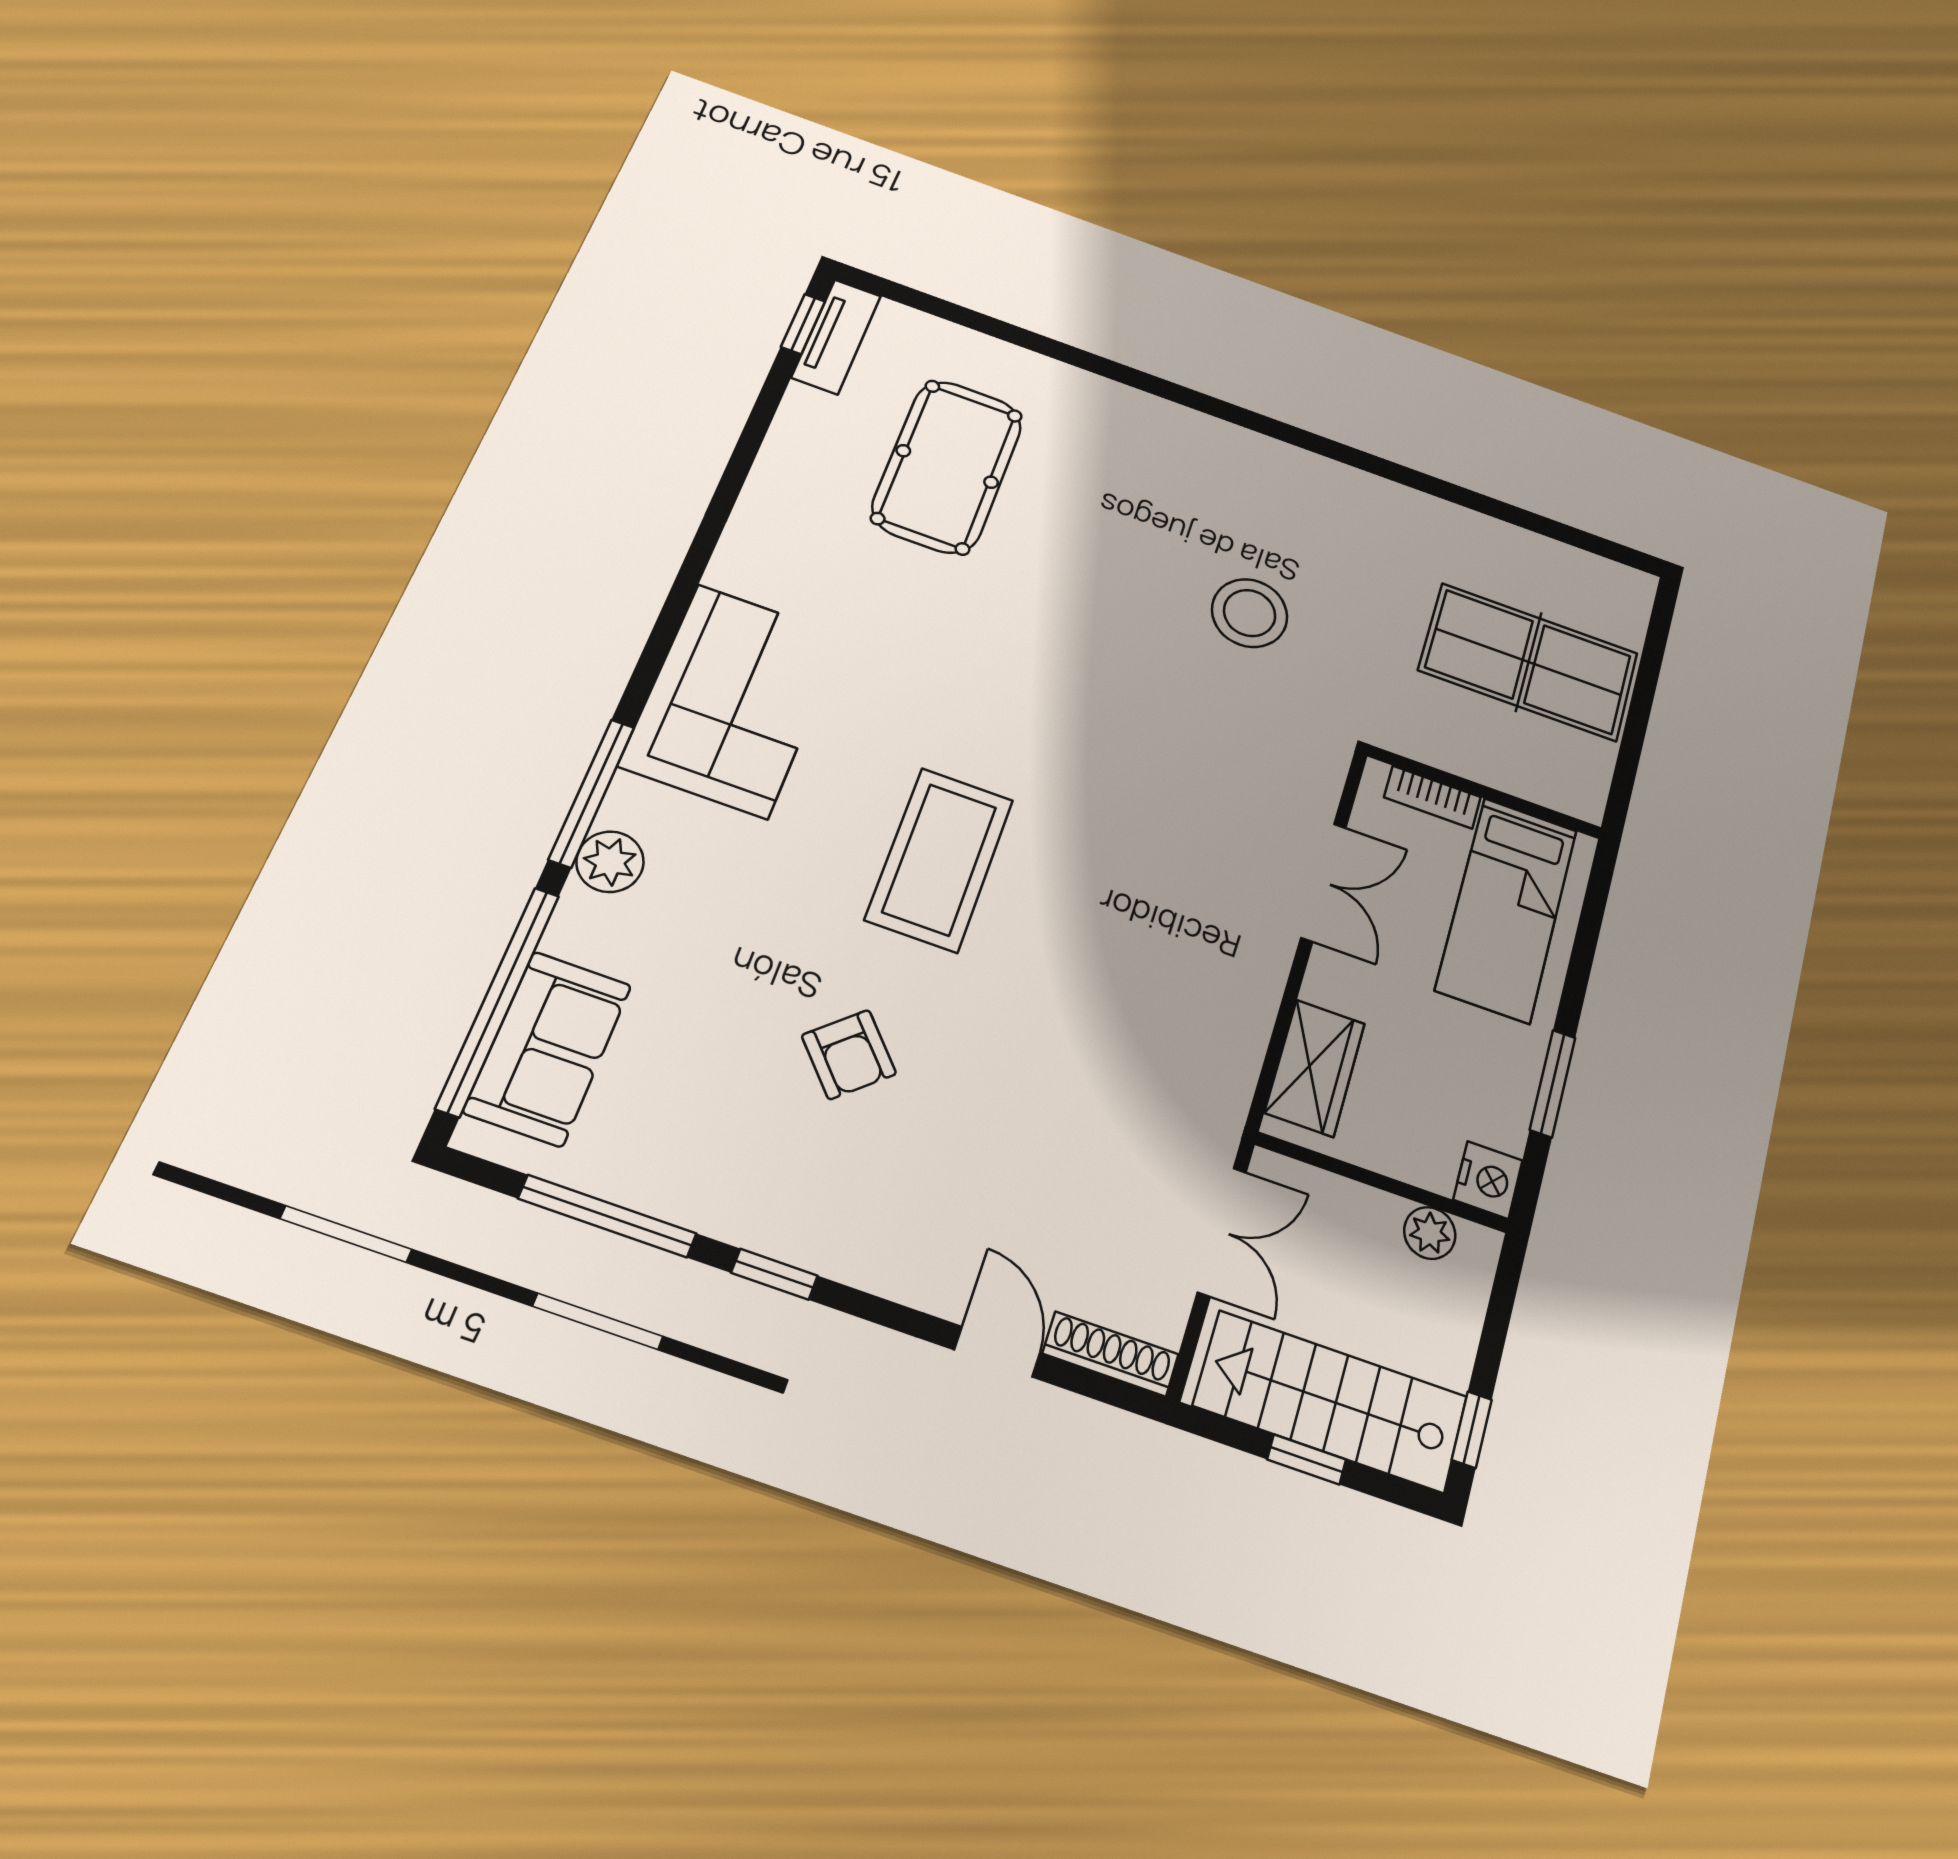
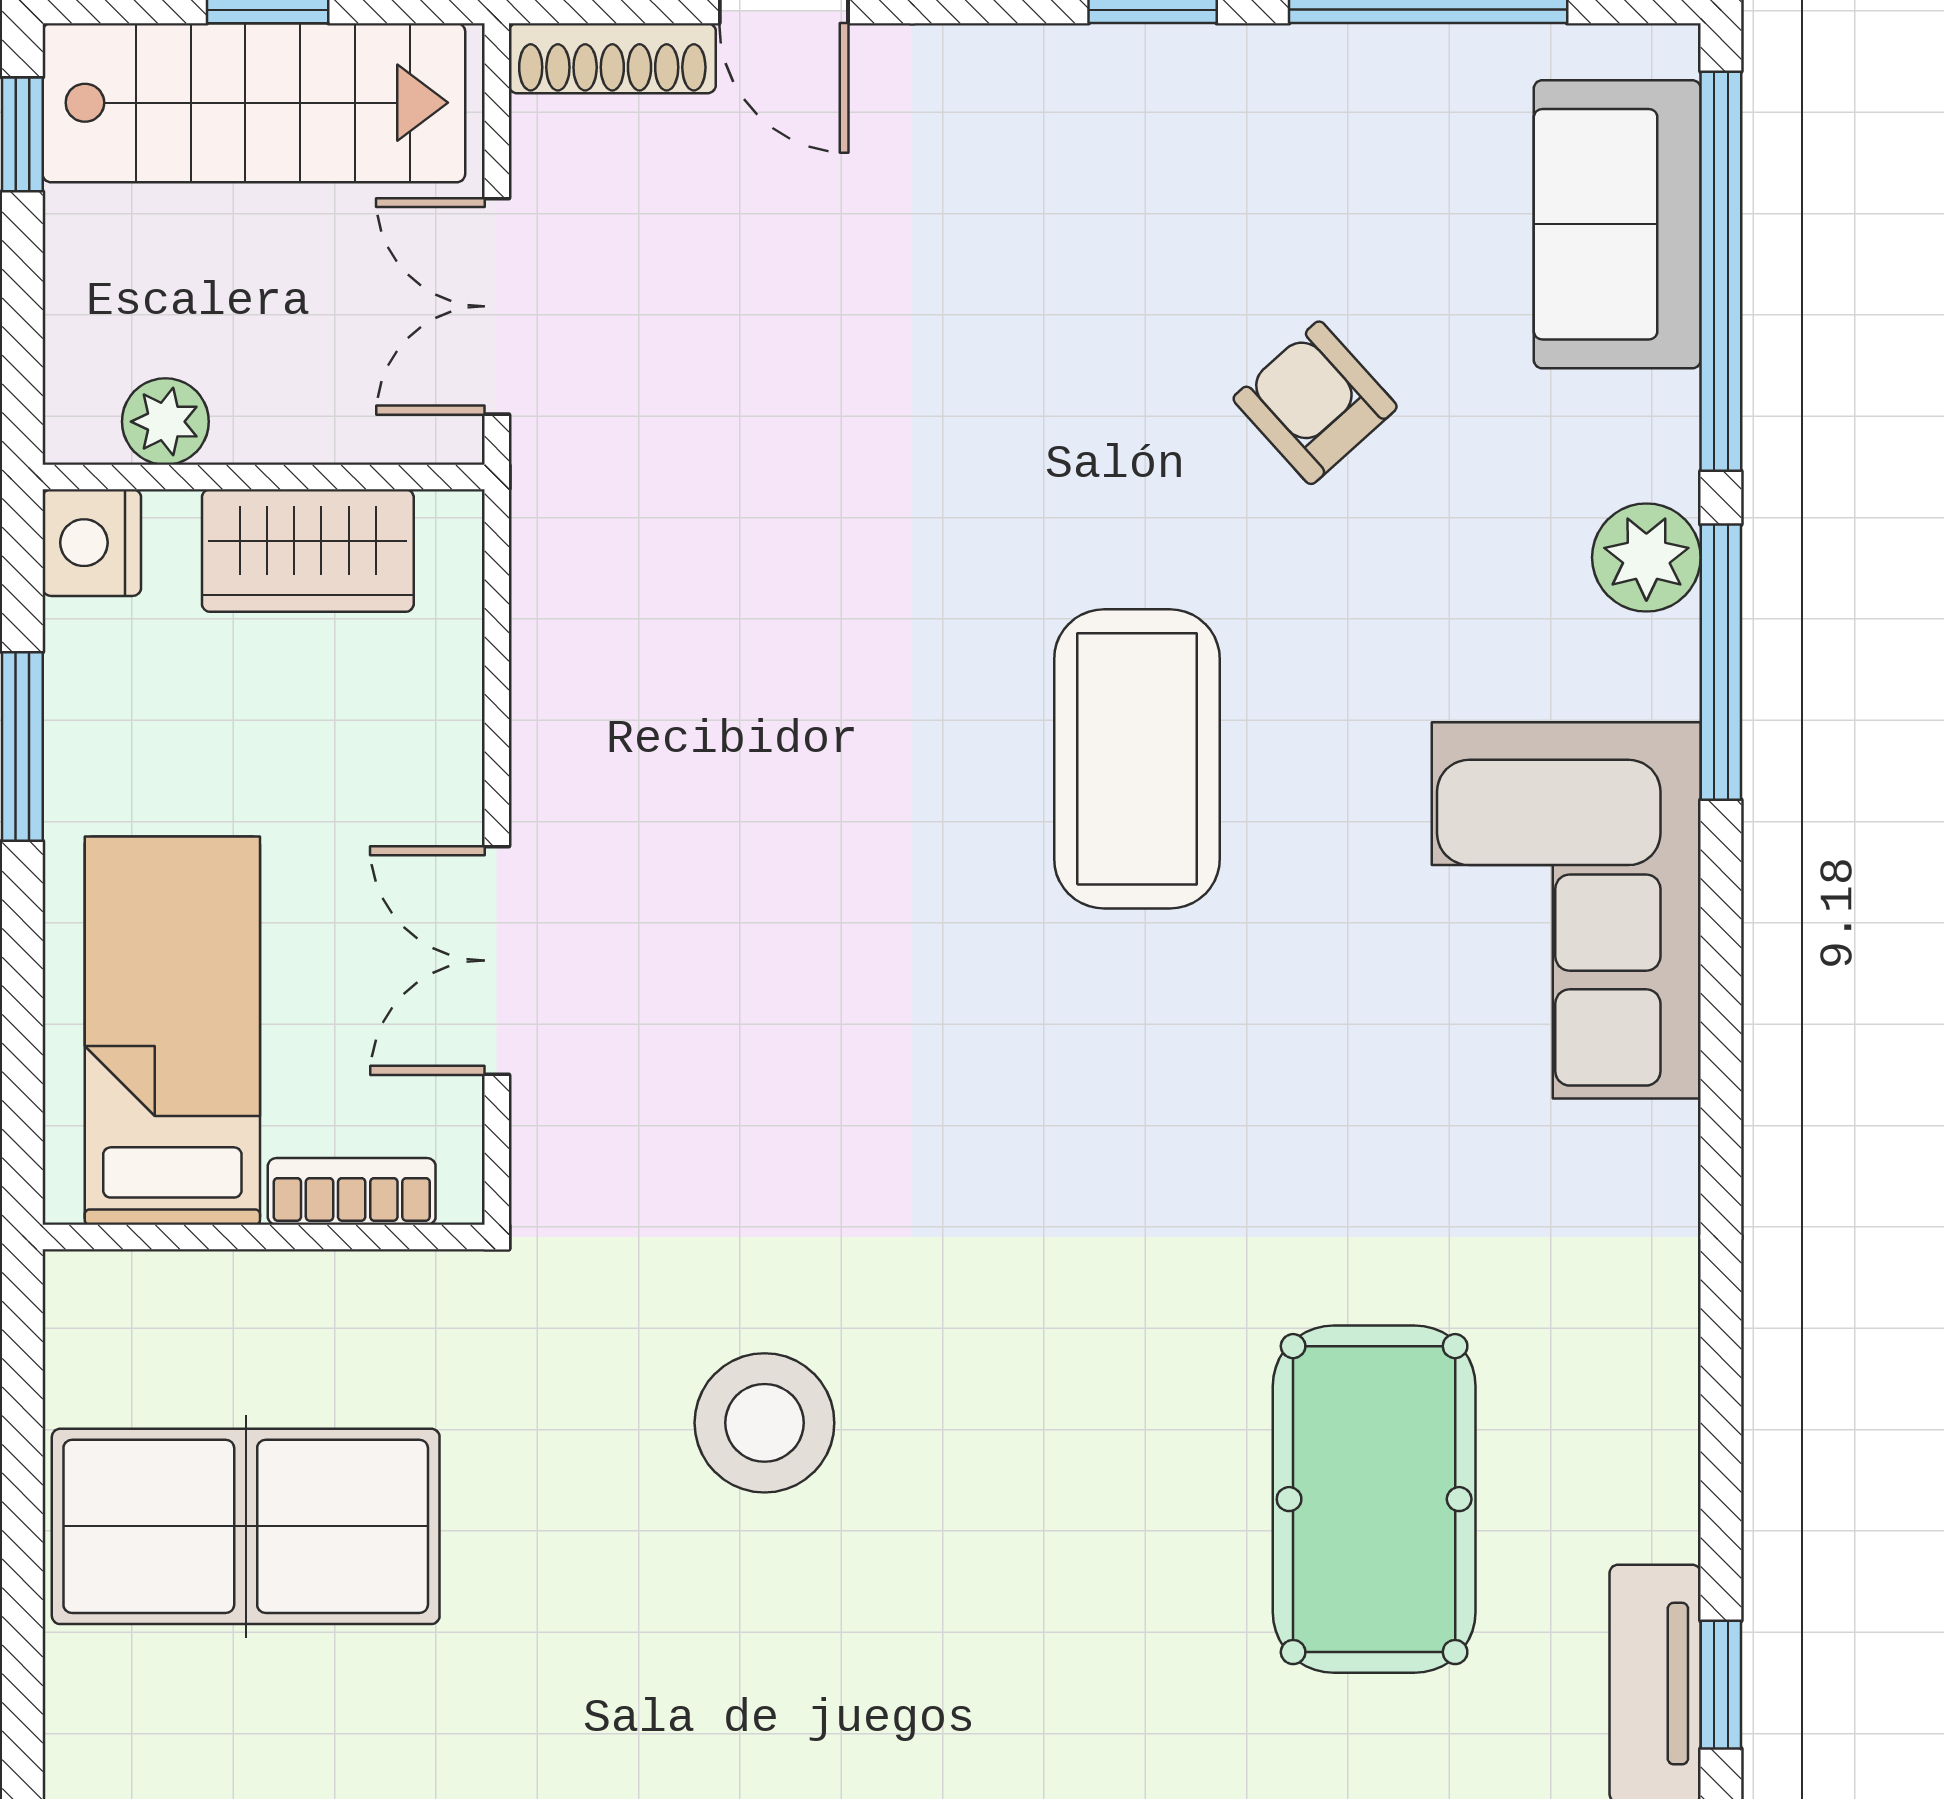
armchair: (849, 1055) -> (1315, 403), moved
wardrobe: (1315, 1068) -> (308, 551), moved, turned -90

